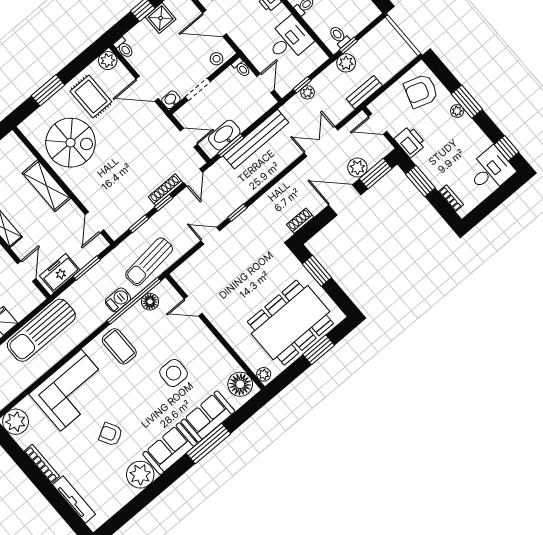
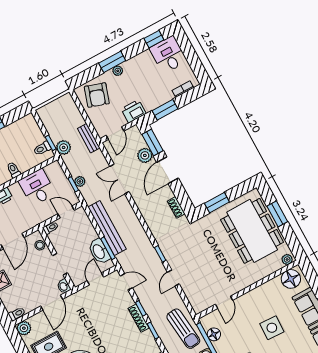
shoe rack: (165, 190) -> (139, 318), moved

